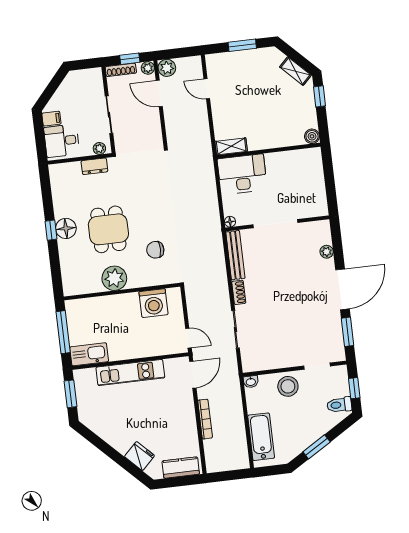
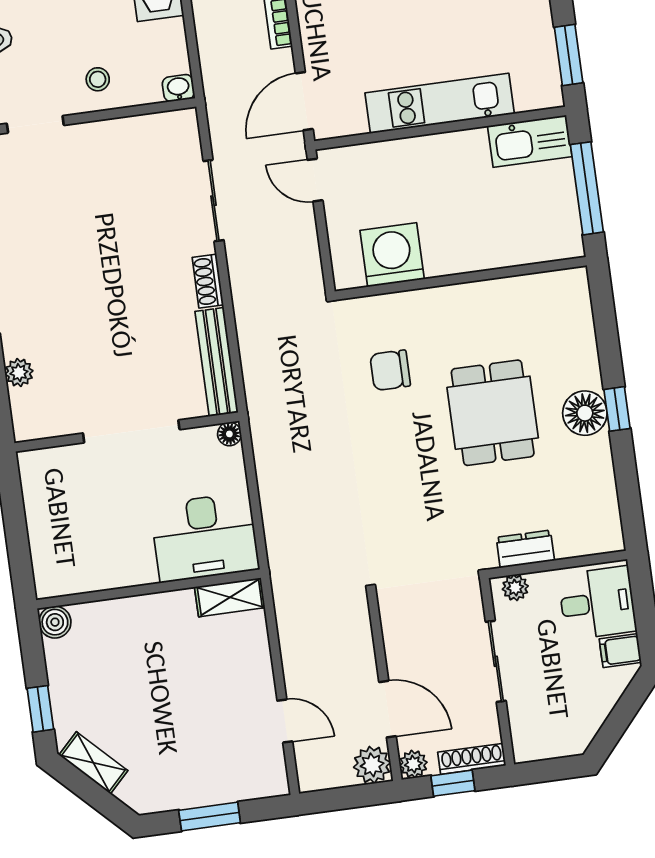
chair: (155, 250) -> (390, 370), turned 180
plant: (114, 278) -> (478, 307), removed
stool: (288, 386) -> (98, 79), width x0.53, depth x0.53

